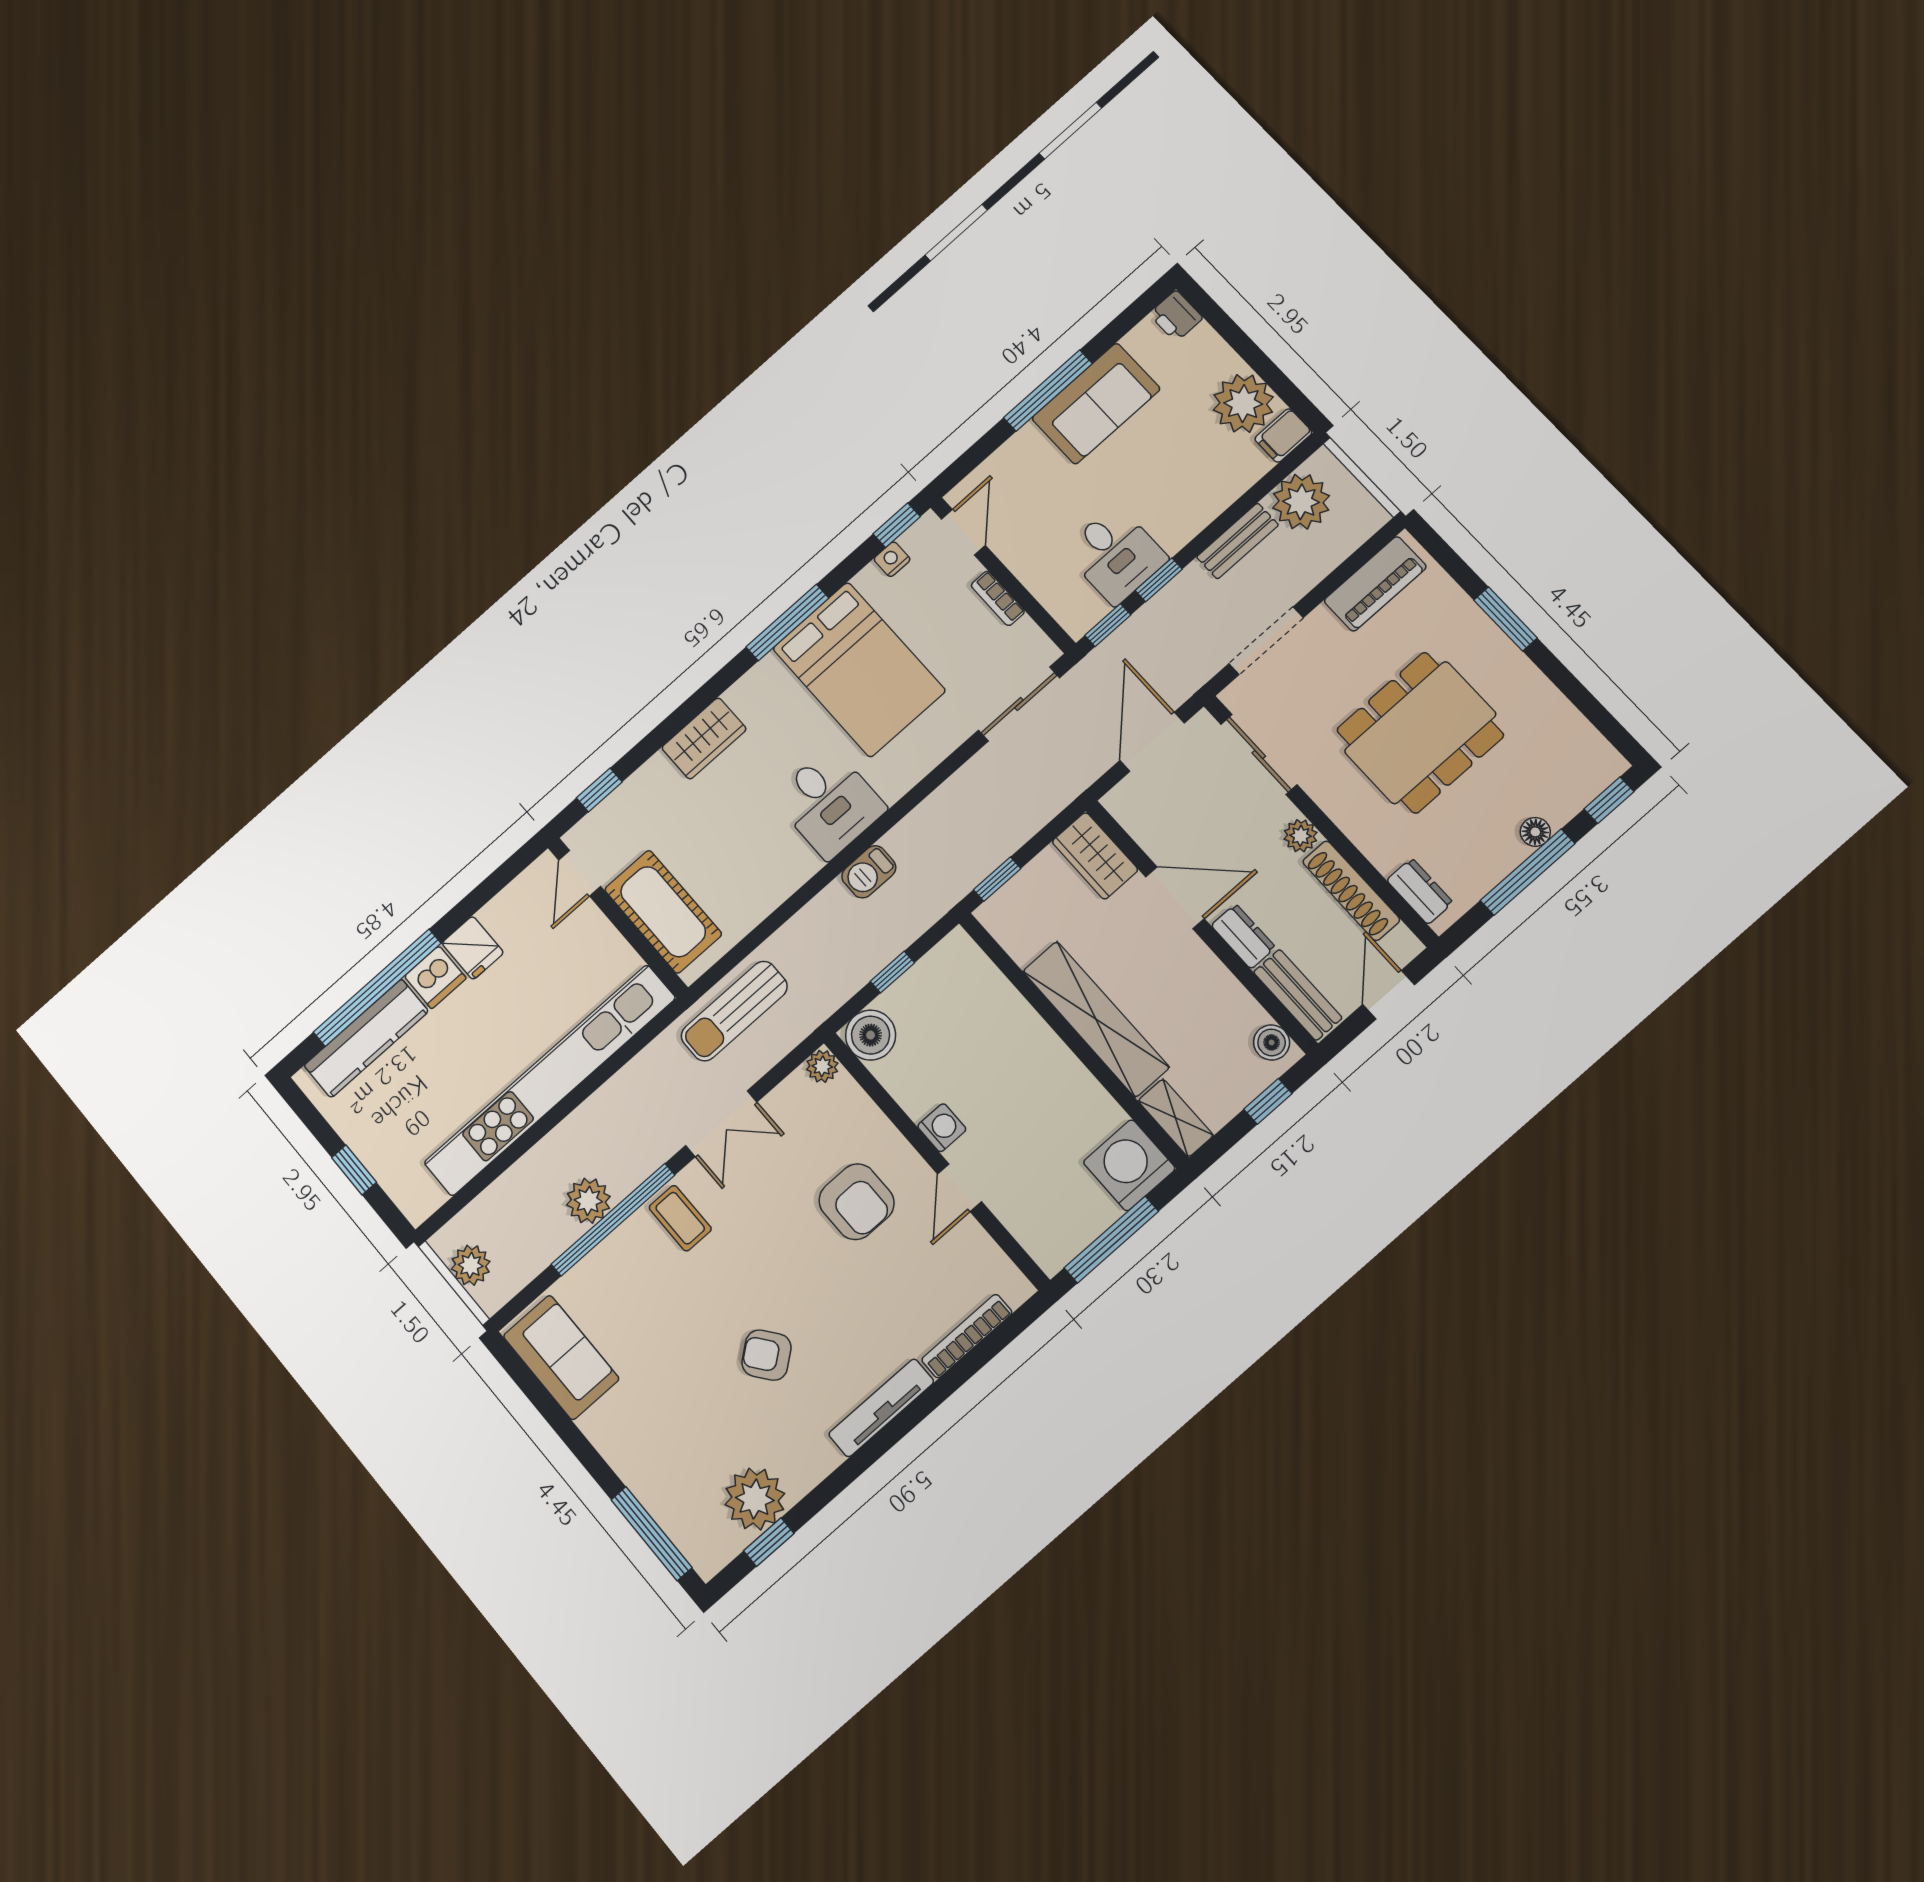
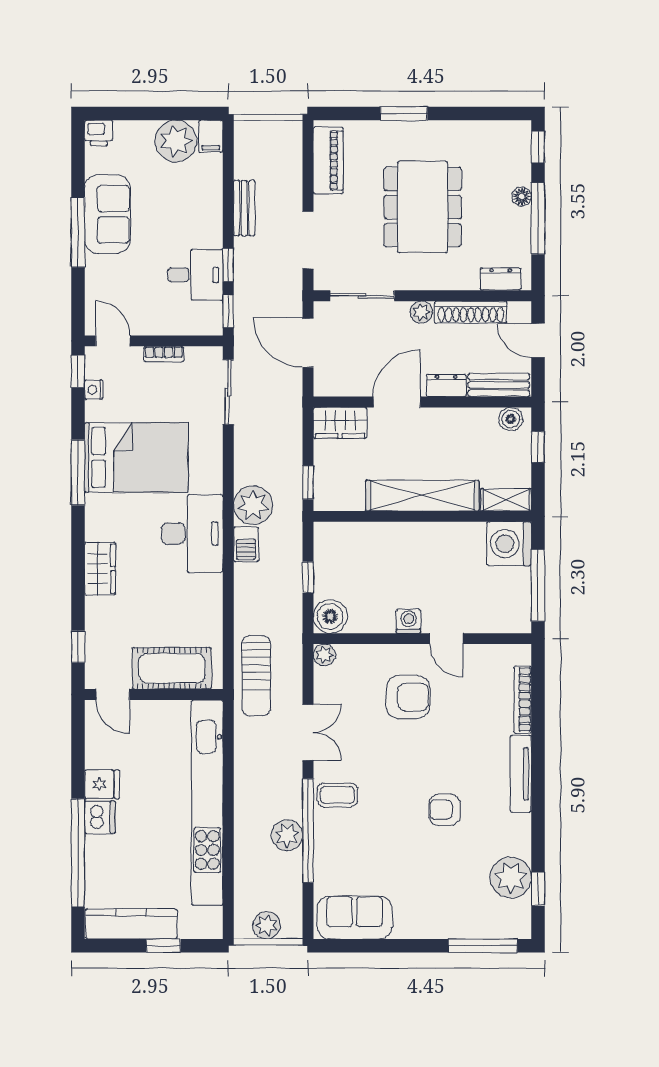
plant: (1301, 502) -> (253, 505), moved
desk: (829, 803) -> (192, 534), width x1.37
kitchen counter: (366, 1038) -> (131, 924), moved, turned -90
armchair: (767, 1355) -> (445, 810), turned 38

